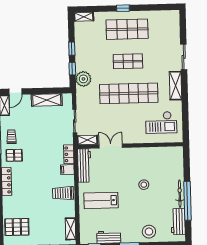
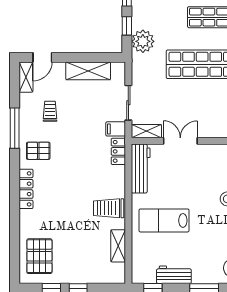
trolley: (11, 137) -> (50, 111), moved
filing cabinet: (67, 170) -> (116, 129), moved
pallet: (17, 227) -> (39, 256), turned 90
shelving: (71, 229) -> (118, 246), moved

